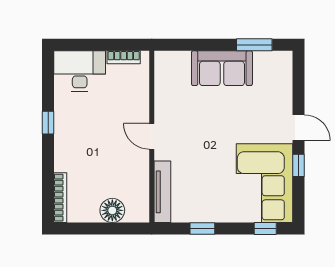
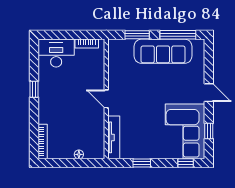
window: (196, 45) -> (137, 35), added
window: (254, 45) -> (178, 35), width x1.44
sofa: (222, 68) -> (163, 51), width x1.36
window: (299, 165) -> (209, 131), moved
floor lamp: (112, 210) -> (79, 154), width x0.53, depth x0.53

